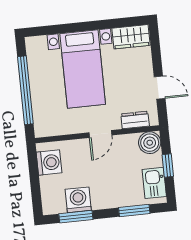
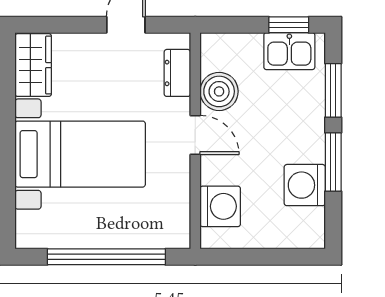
boiler: (150, 143) -> (219, 91), moved
washing machine: (49, 162) -> (220, 206), moved, turned 90
window: (168, 165) -> (289, 25), moved
window: (76, 217) -> (333, 162), moved

